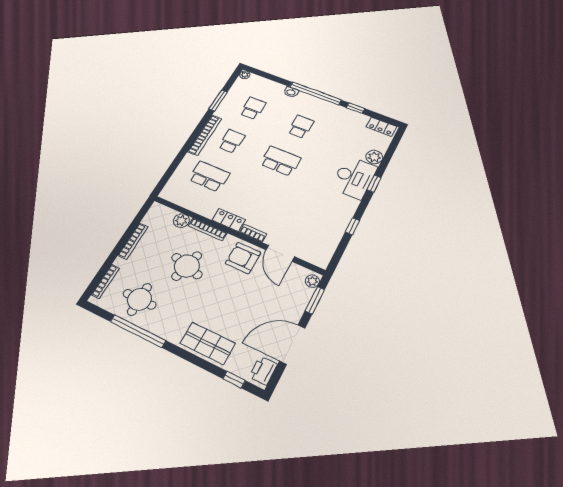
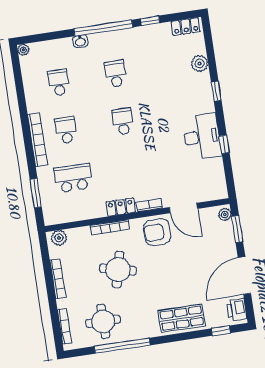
window: (218, 101) -> (36, 193), moved
school desk: (280, 161) -> (123, 122), width x0.54
desk: (354, 177) -> (202, 137), moved
plant: (181, 221) -> (59, 238), moved

